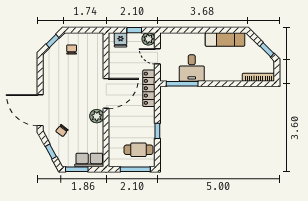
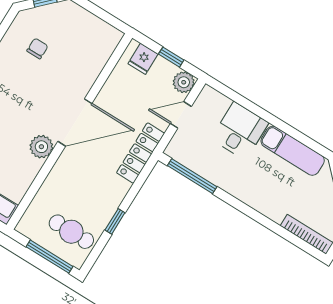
chair: (72, 50) -> (37, 48), moved
door: (157, 56) -> (181, 115), hinge flipped
desk: (192, 68) -> (240, 131), moved, turned 180

